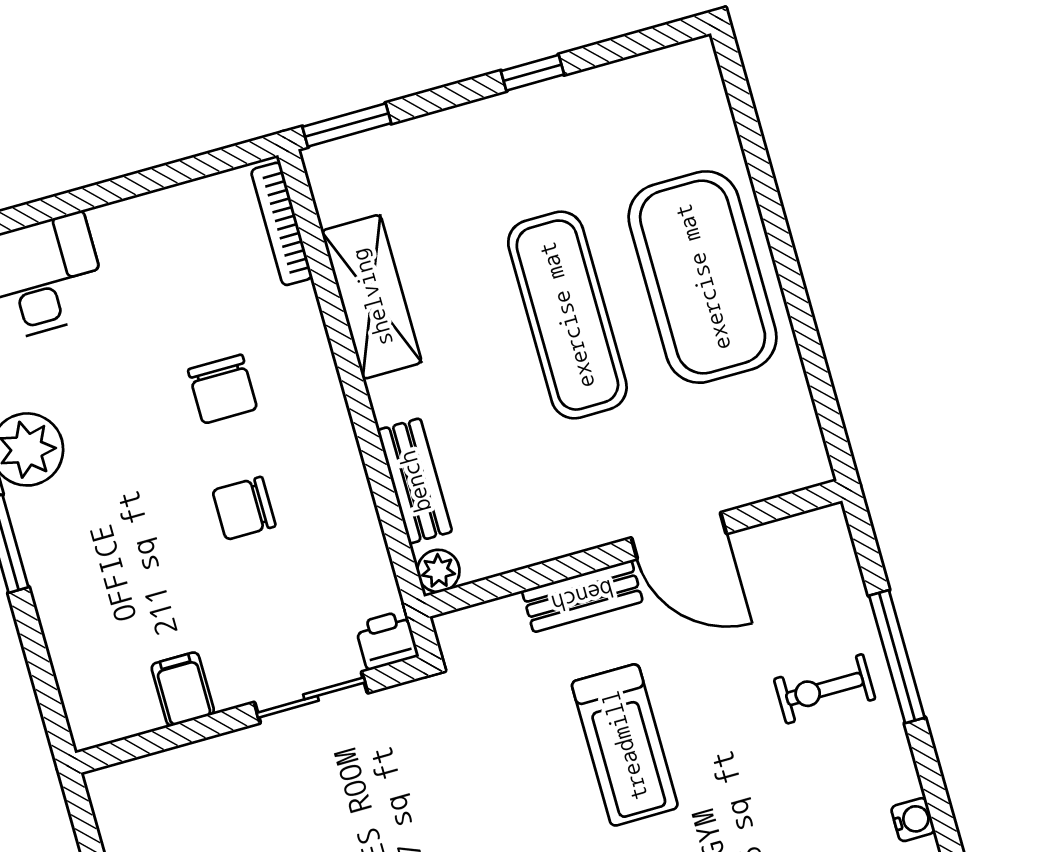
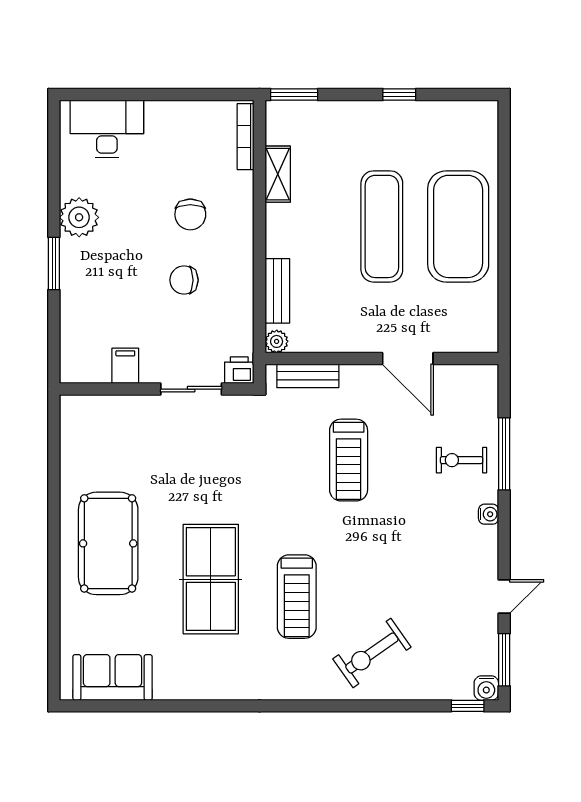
shelving: (372, 297) -> (278, 174), width x0.67, depth x0.75
bench: (582, 596) -> (308, 376), moved
water cooler: (913, 820) -> (489, 514), moved

